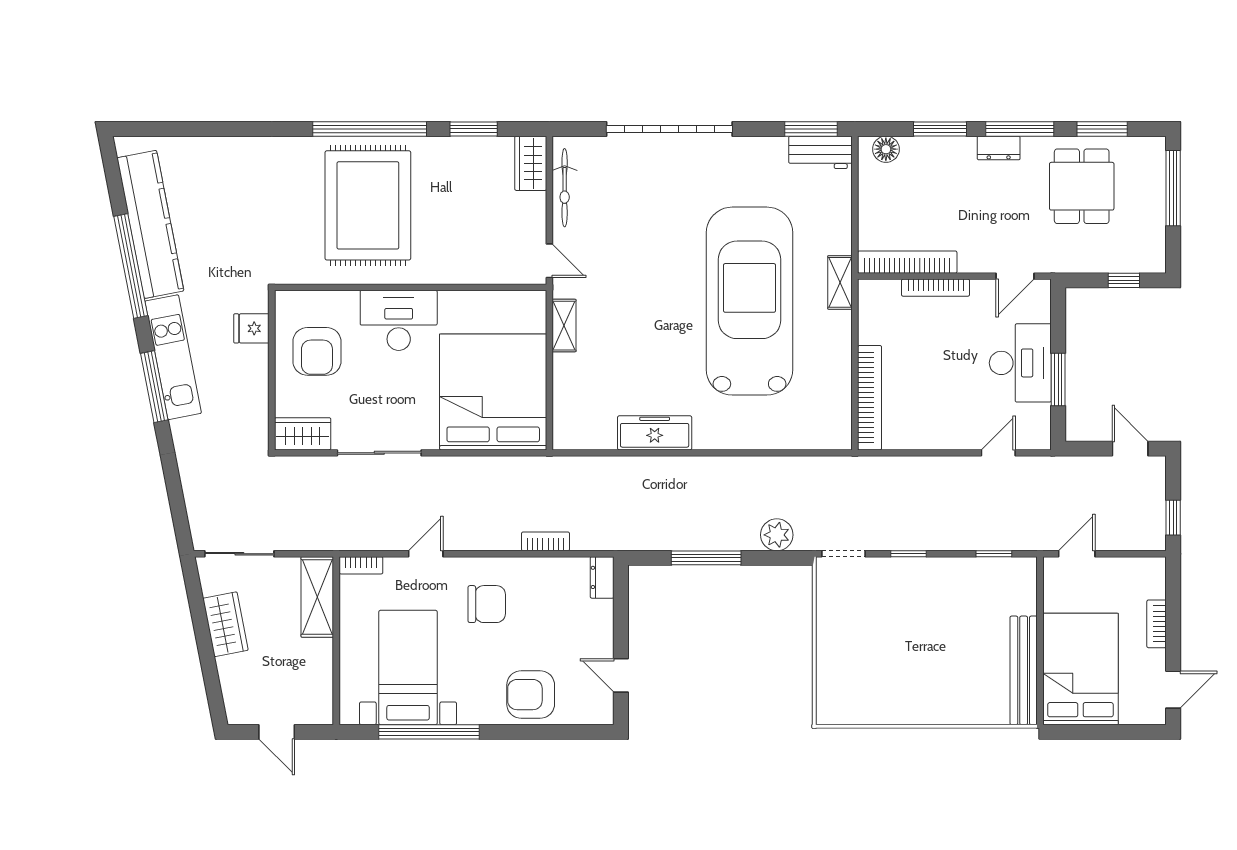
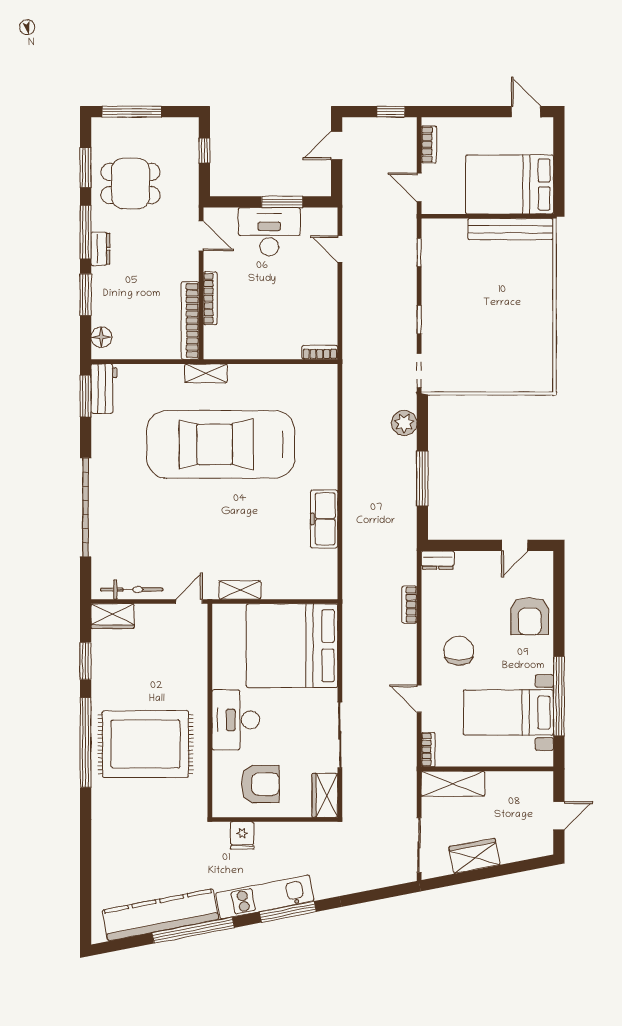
bookcase: (870, 398) -> (320, 352), width x0.43, depth x0.76
bookcase: (1157, 624) -> (429, 144), moved, turned -90

